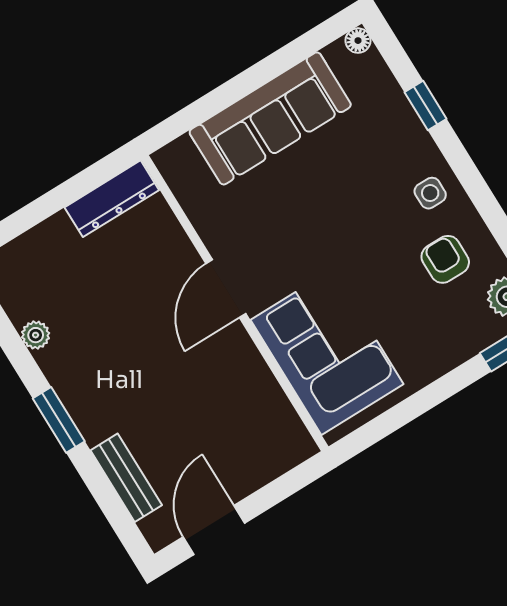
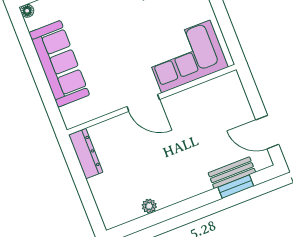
window: (59, 420) -> (236, 186), moved

